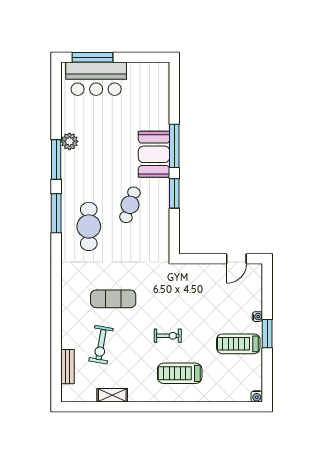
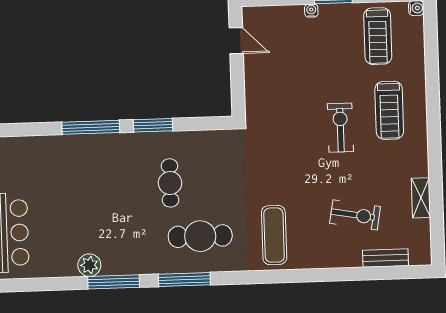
booth: (154, 154) -> (103, 154), removed
cafe table: (130, 205) -> (170, 183), turned 72
exercise mat: (113, 299) -> (274, 235), moved
exercise bike: (168, 336) -> (340, 128), width x1.38, depth x1.39
treadmill: (238, 344) -> (378, 36), moved

